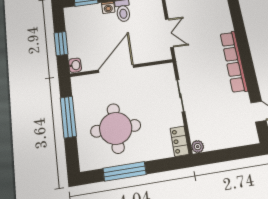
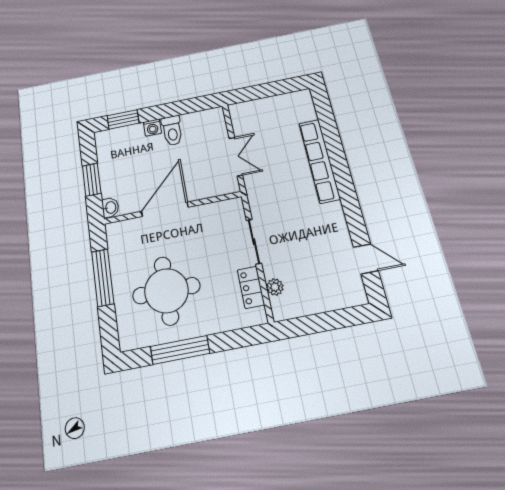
row of seats: (234, 62) -> (319, 161), moved
locker: (180, 141) -> (251, 287), moved
plant: (198, 147) -> (275, 287), moved

